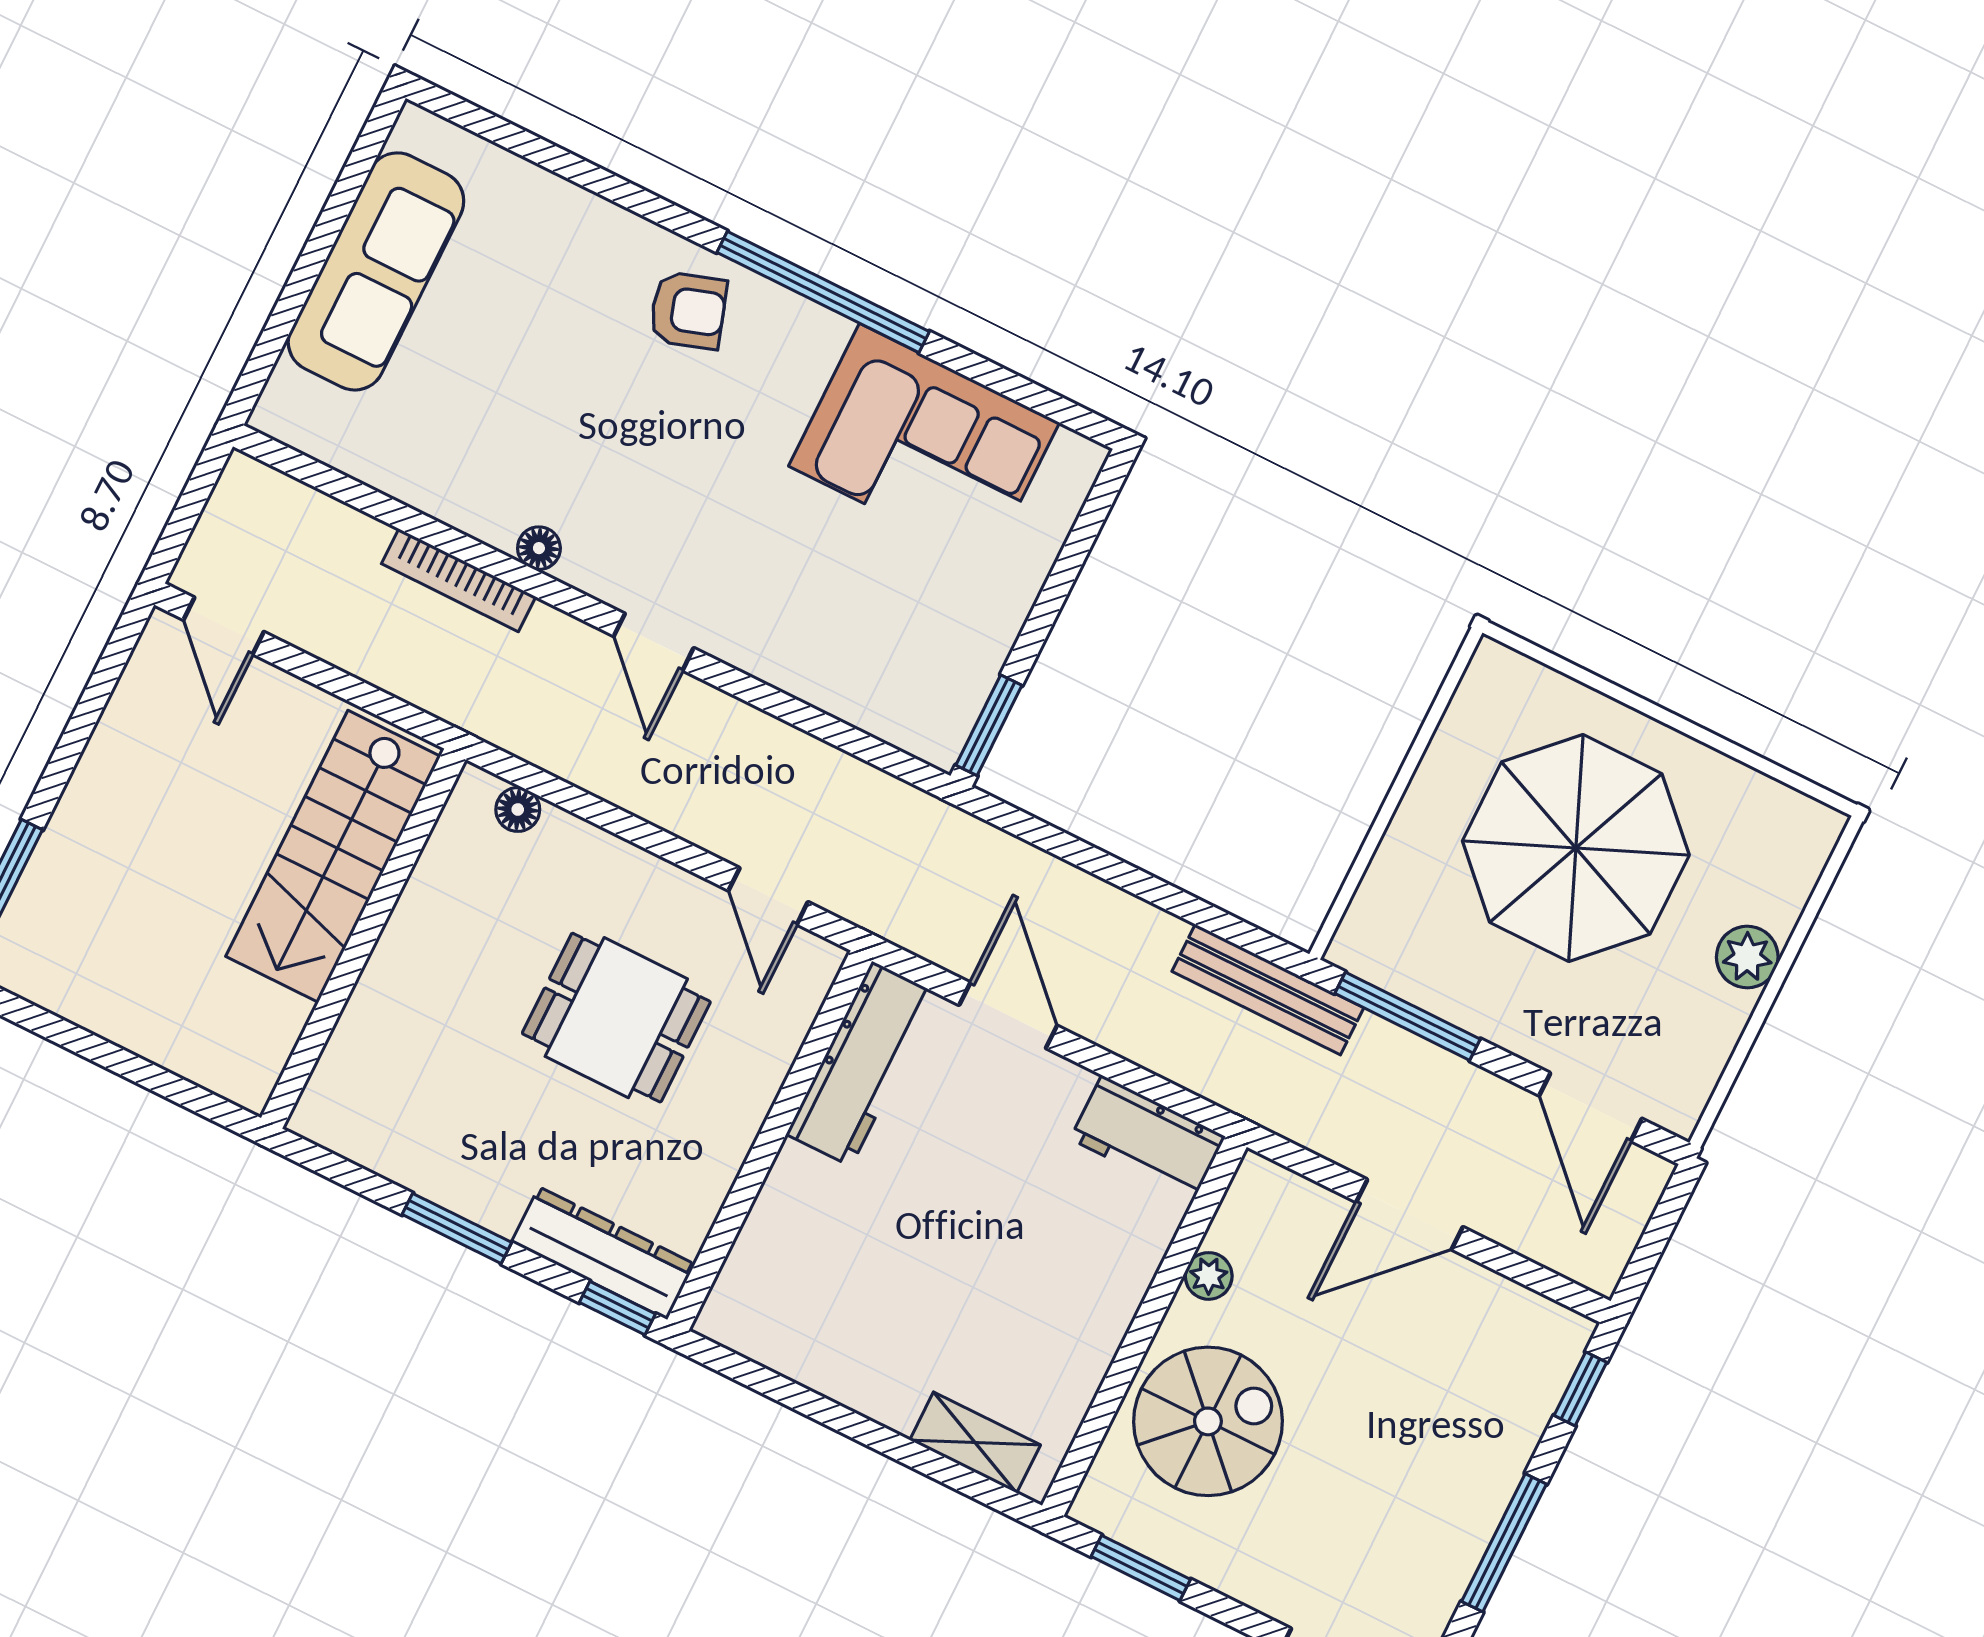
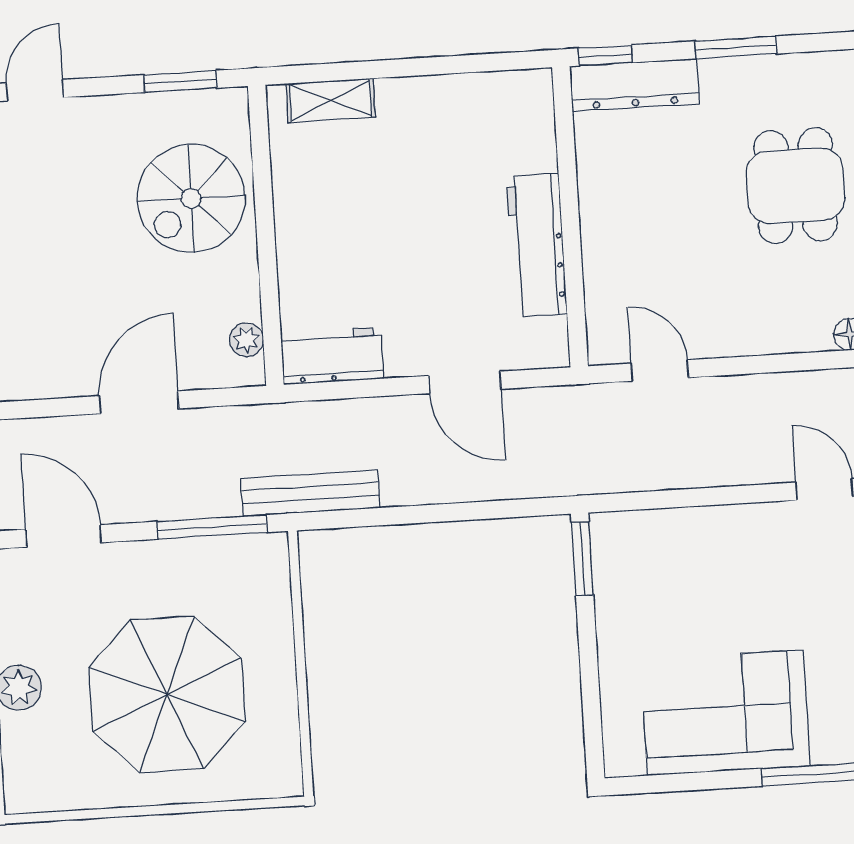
dining table: (616, 1018) -> (795, 186), moved, turned 90
workbench: (861, 1064) -> (537, 245), moved
plant: (1209, 1276) -> (246, 340), moved

